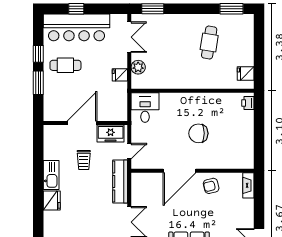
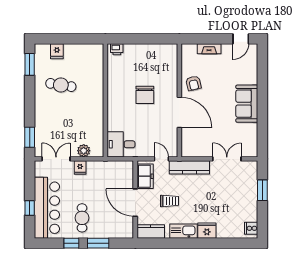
fridge: (246, 74) -> (57, 51), moved
fridge: (120, 75) -> (80, 168), moved
kitchen counter: (51, 140) -> (151, 231), added
fireplace: (248, 185) -> (209, 49), moved

